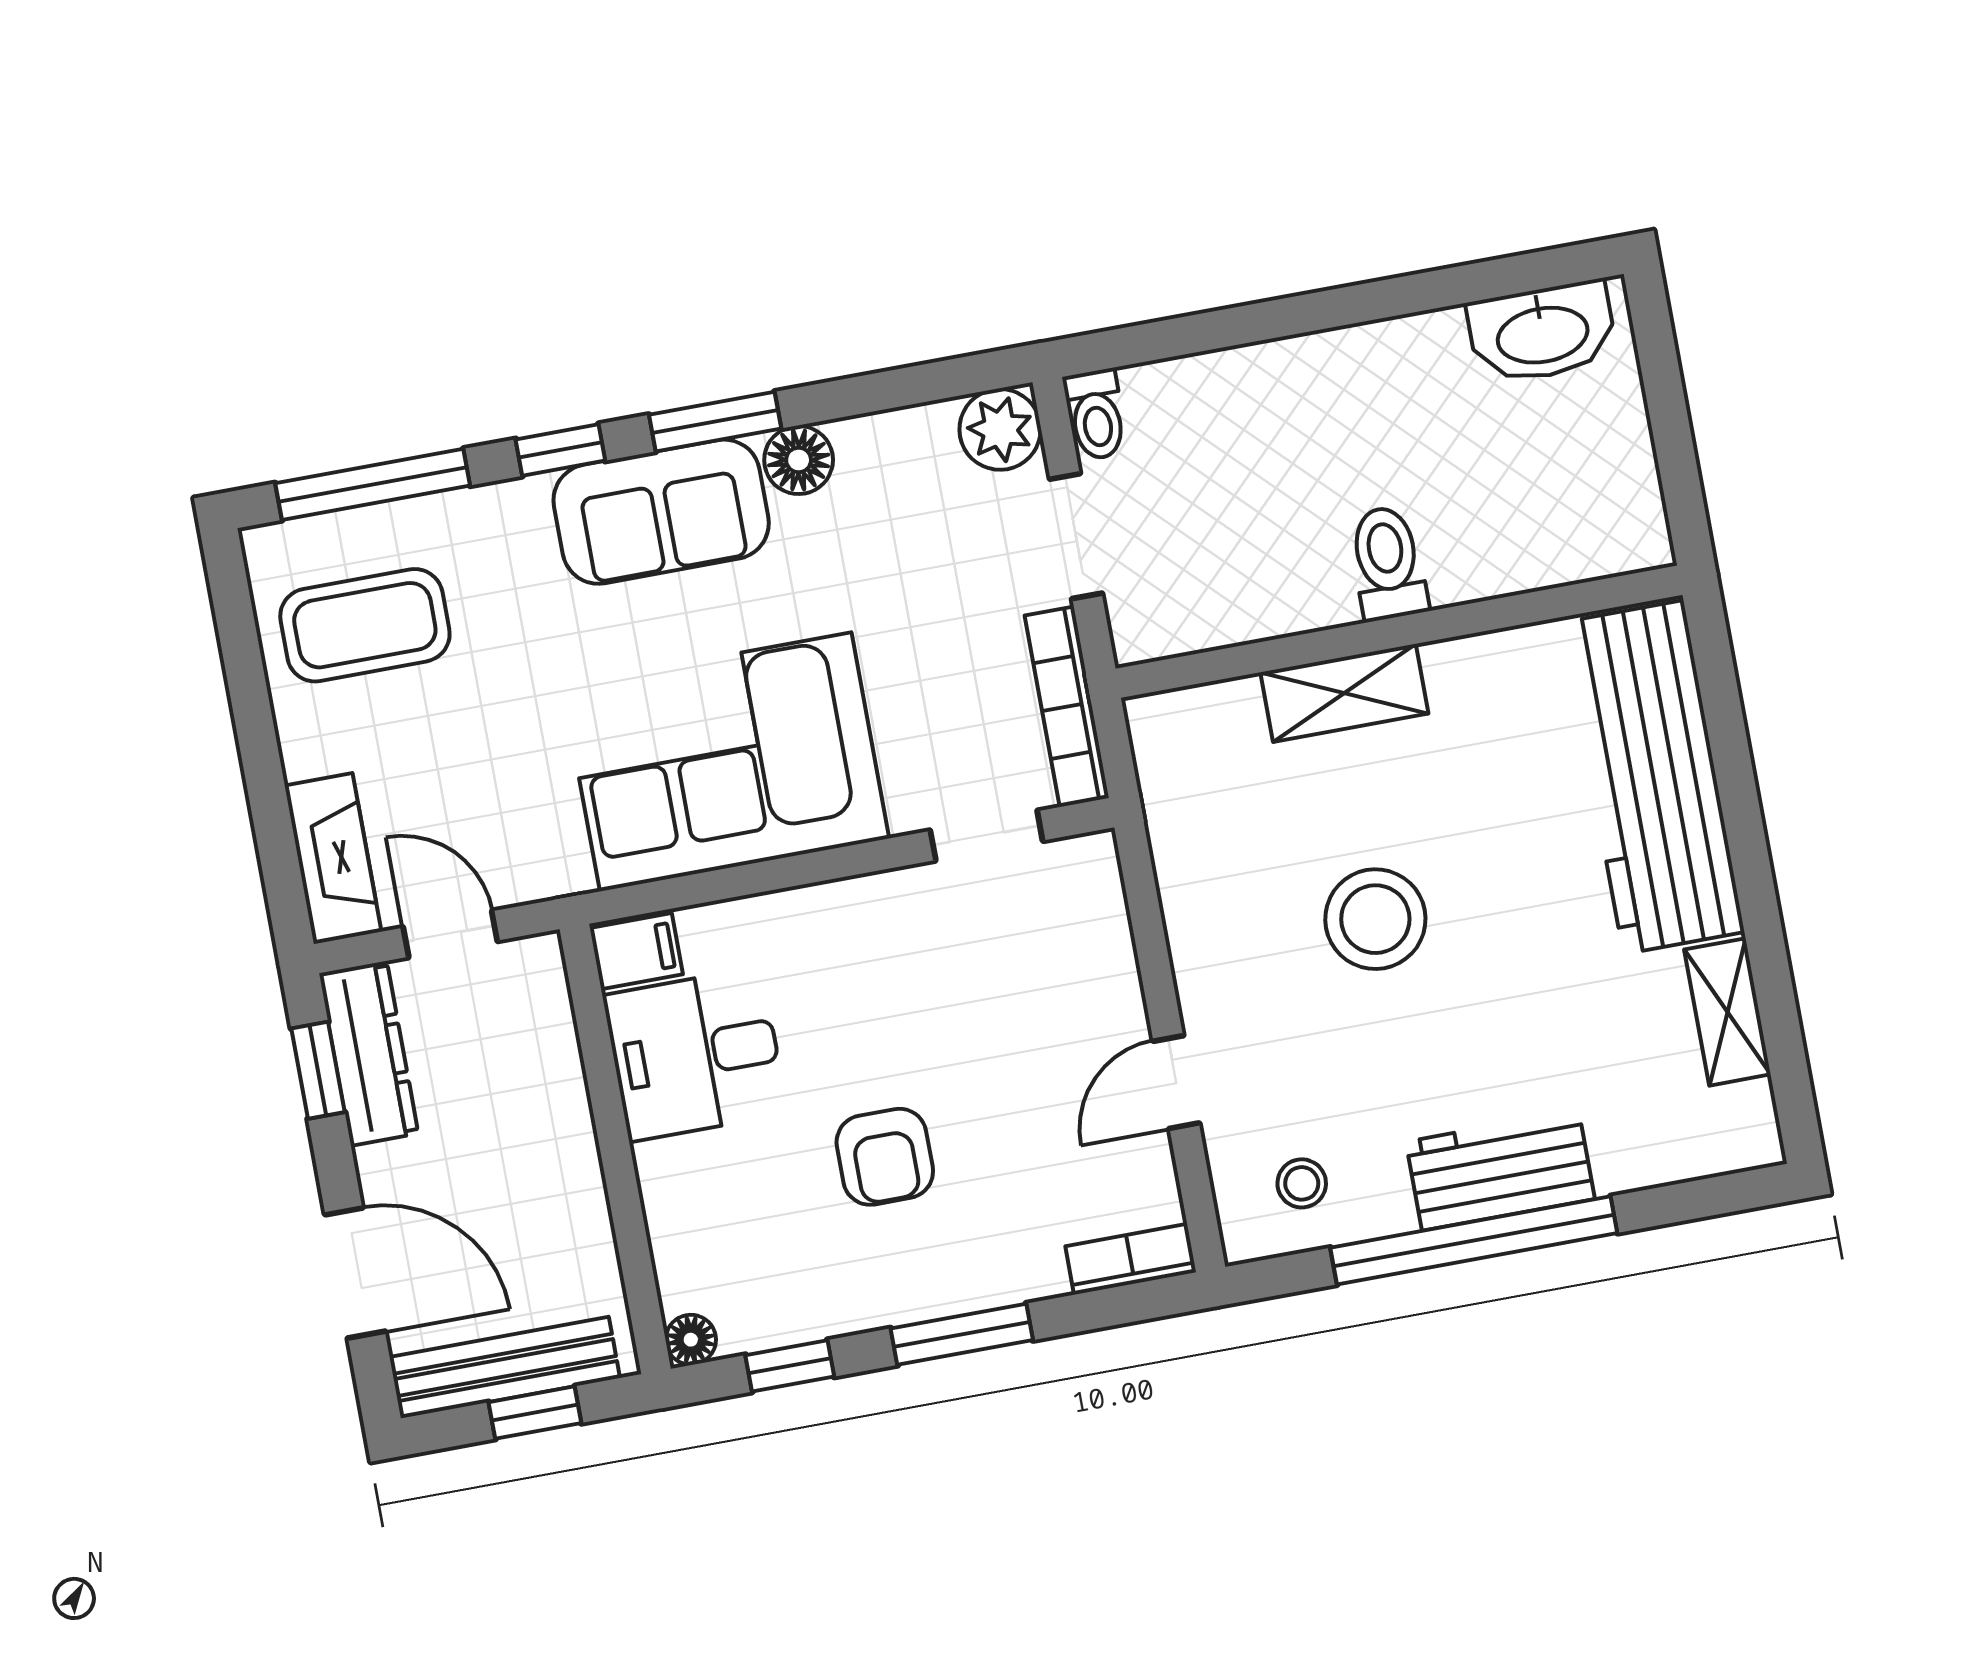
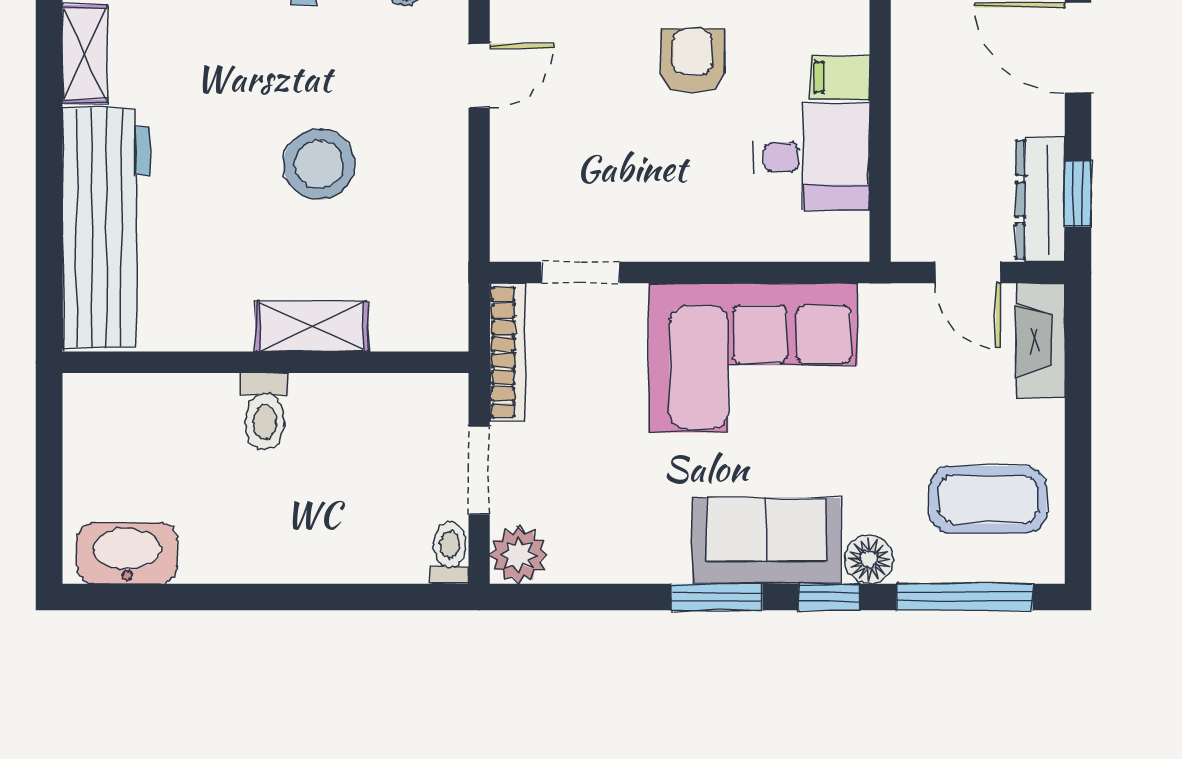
floor lamp: (799, 460) -> (869, 559), moved
filing cabinet: (636, 951) -> (840, 77), moved

